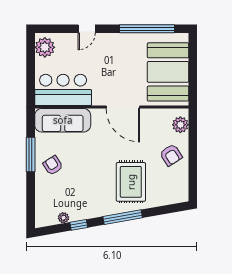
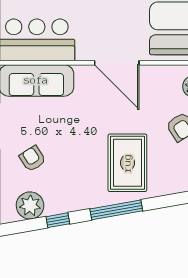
armchair: (53, 165) -> (33, 159), moved
plant: (63, 218) -> (30, 205), width x1.88, depth x1.88

